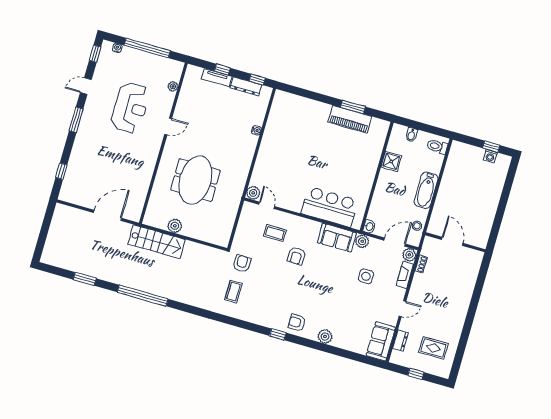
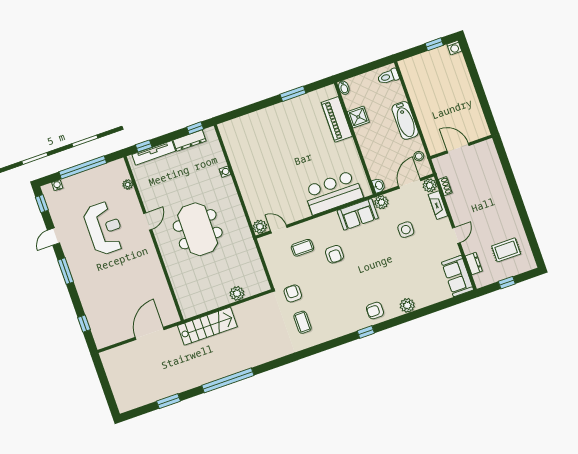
window: (222, 70) -> (144, 146), moved
tv unit: (217, 78) -> (154, 153), width x1.41
piano: (350, 119) -> (337, 119), moved, turned 90
bidet: (411, 135) -> (344, 88), moved
washing machine: (490, 156) -> (454, 48), moved
meeting table: (195, 180) -> (198, 229), moved
plant: (175, 226) -> (237, 293), moved

